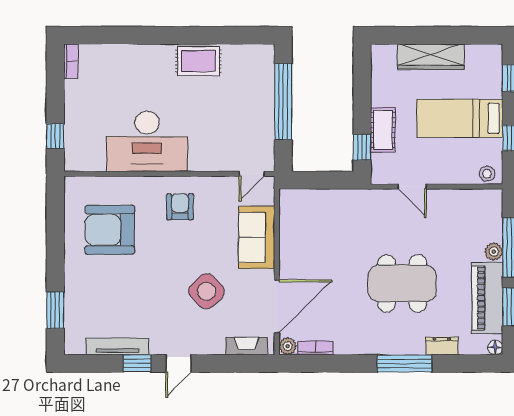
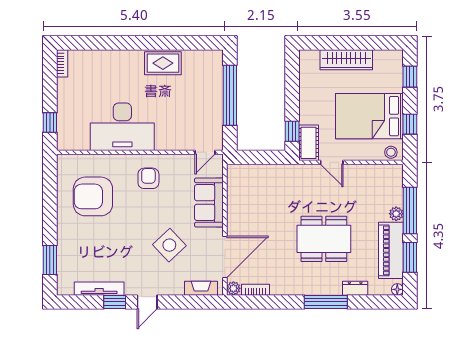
bed: (460, 118) -> (369, 116), width x1.50
cot: (383, 130) -> (309, 143), moved

